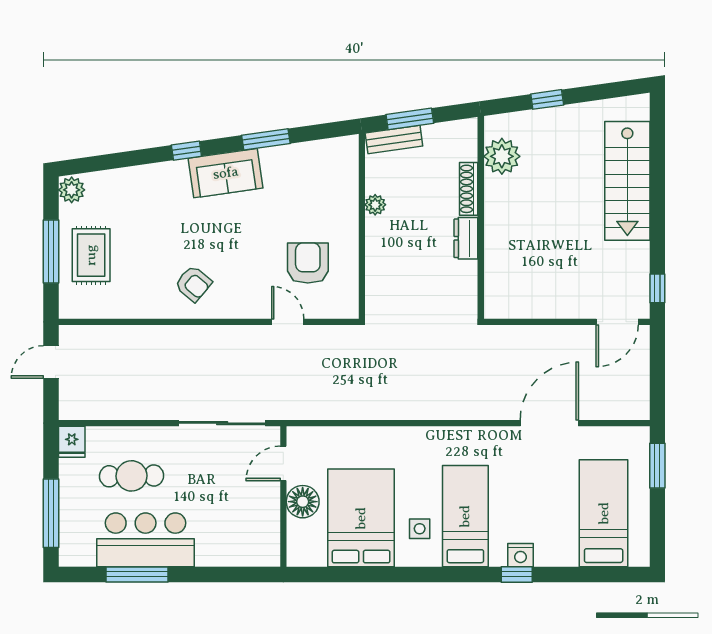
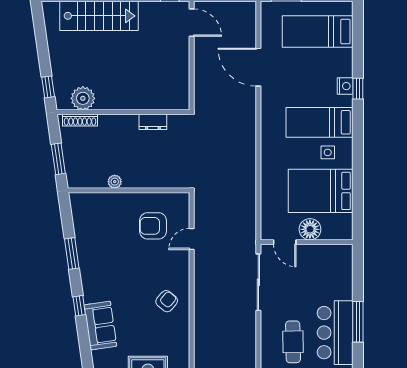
window: (547, 99) -> (48, 87), moved
bench: (394, 139) -> (72, 169), removed
sofa: (226, 173) -> (100, 326), moved
shoe rack: (469, 189) -> (80, 120), moved
dresser: (466, 238) -> (153, 122), moved
window: (137, 574) -> (358, 322), moved

